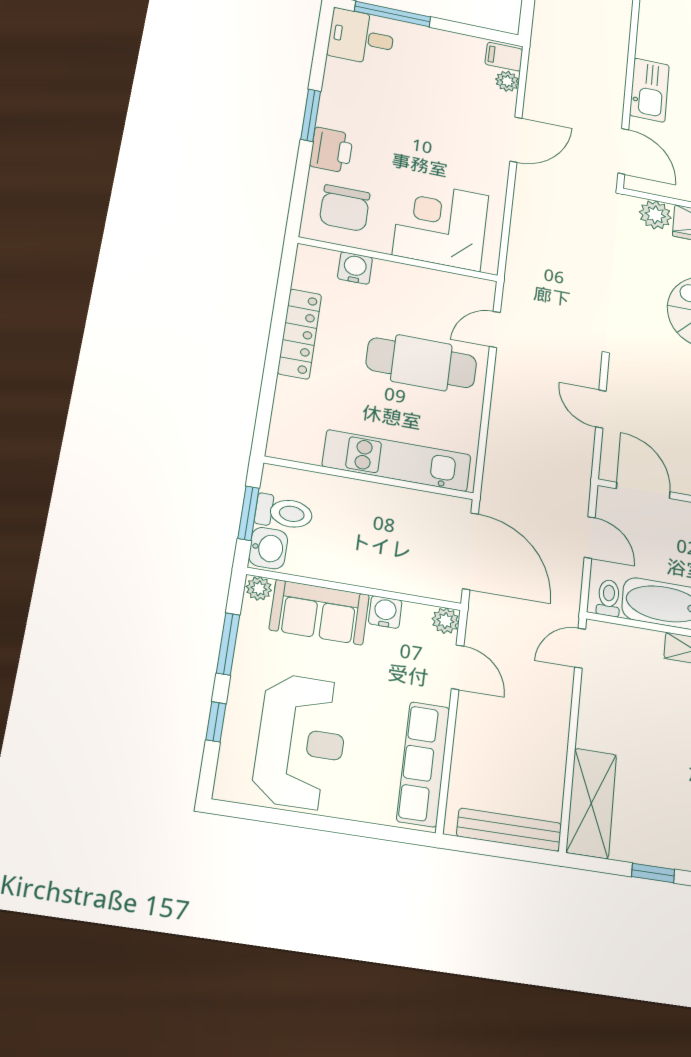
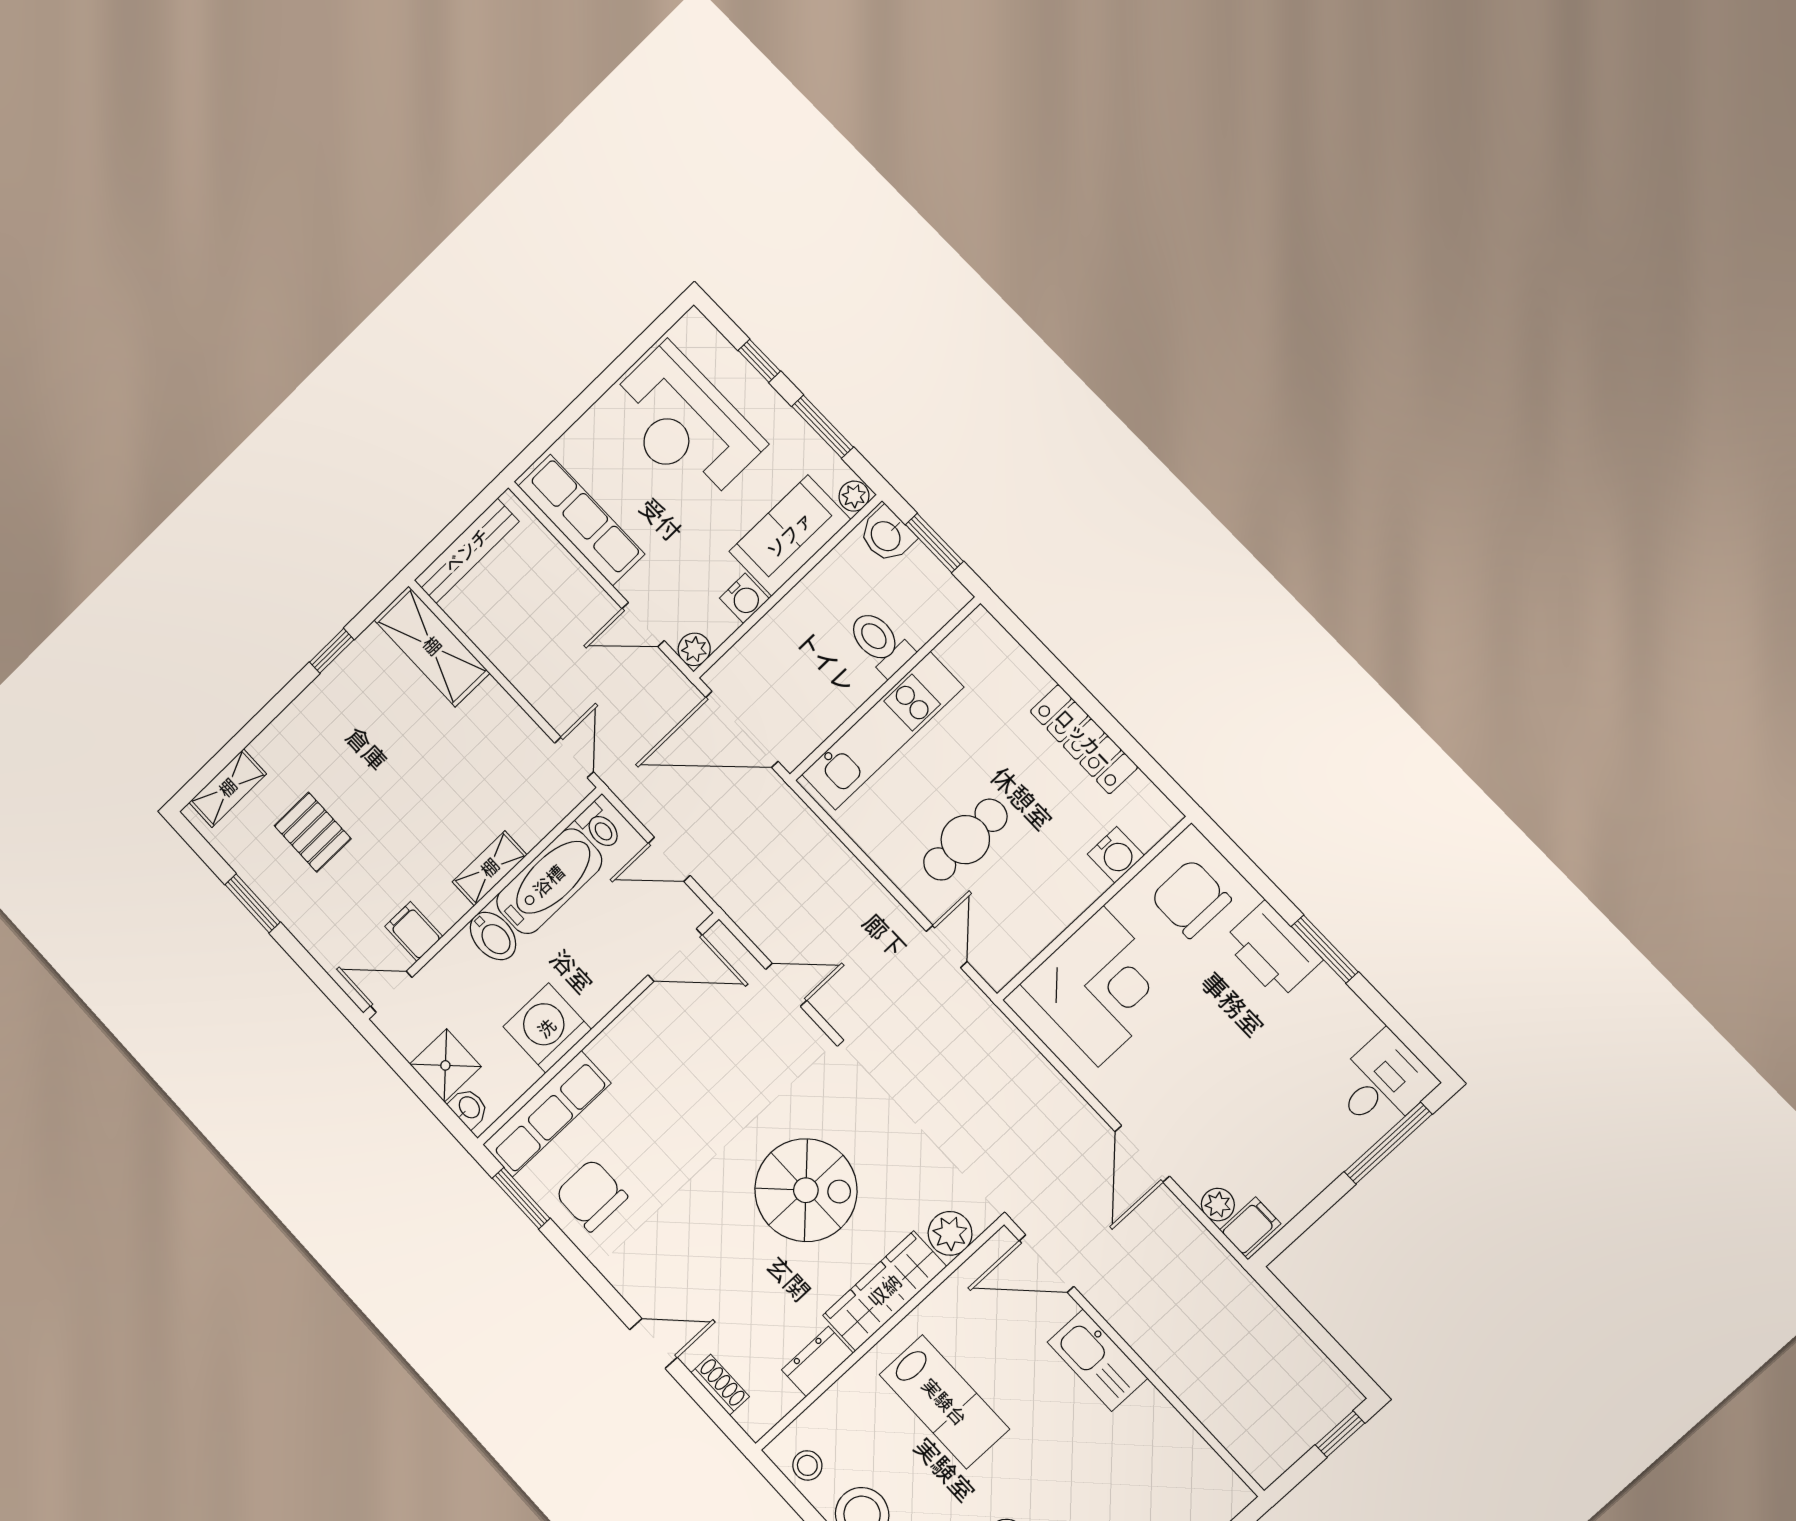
printer: (331, 150) -> (1272, 950), width x1.37, depth x1.19
cafe table: (421, 363) -> (965, 840), width x0.73, depth x0.74
toilet: (284, 512) -> (880, 643), moved, turned 90

